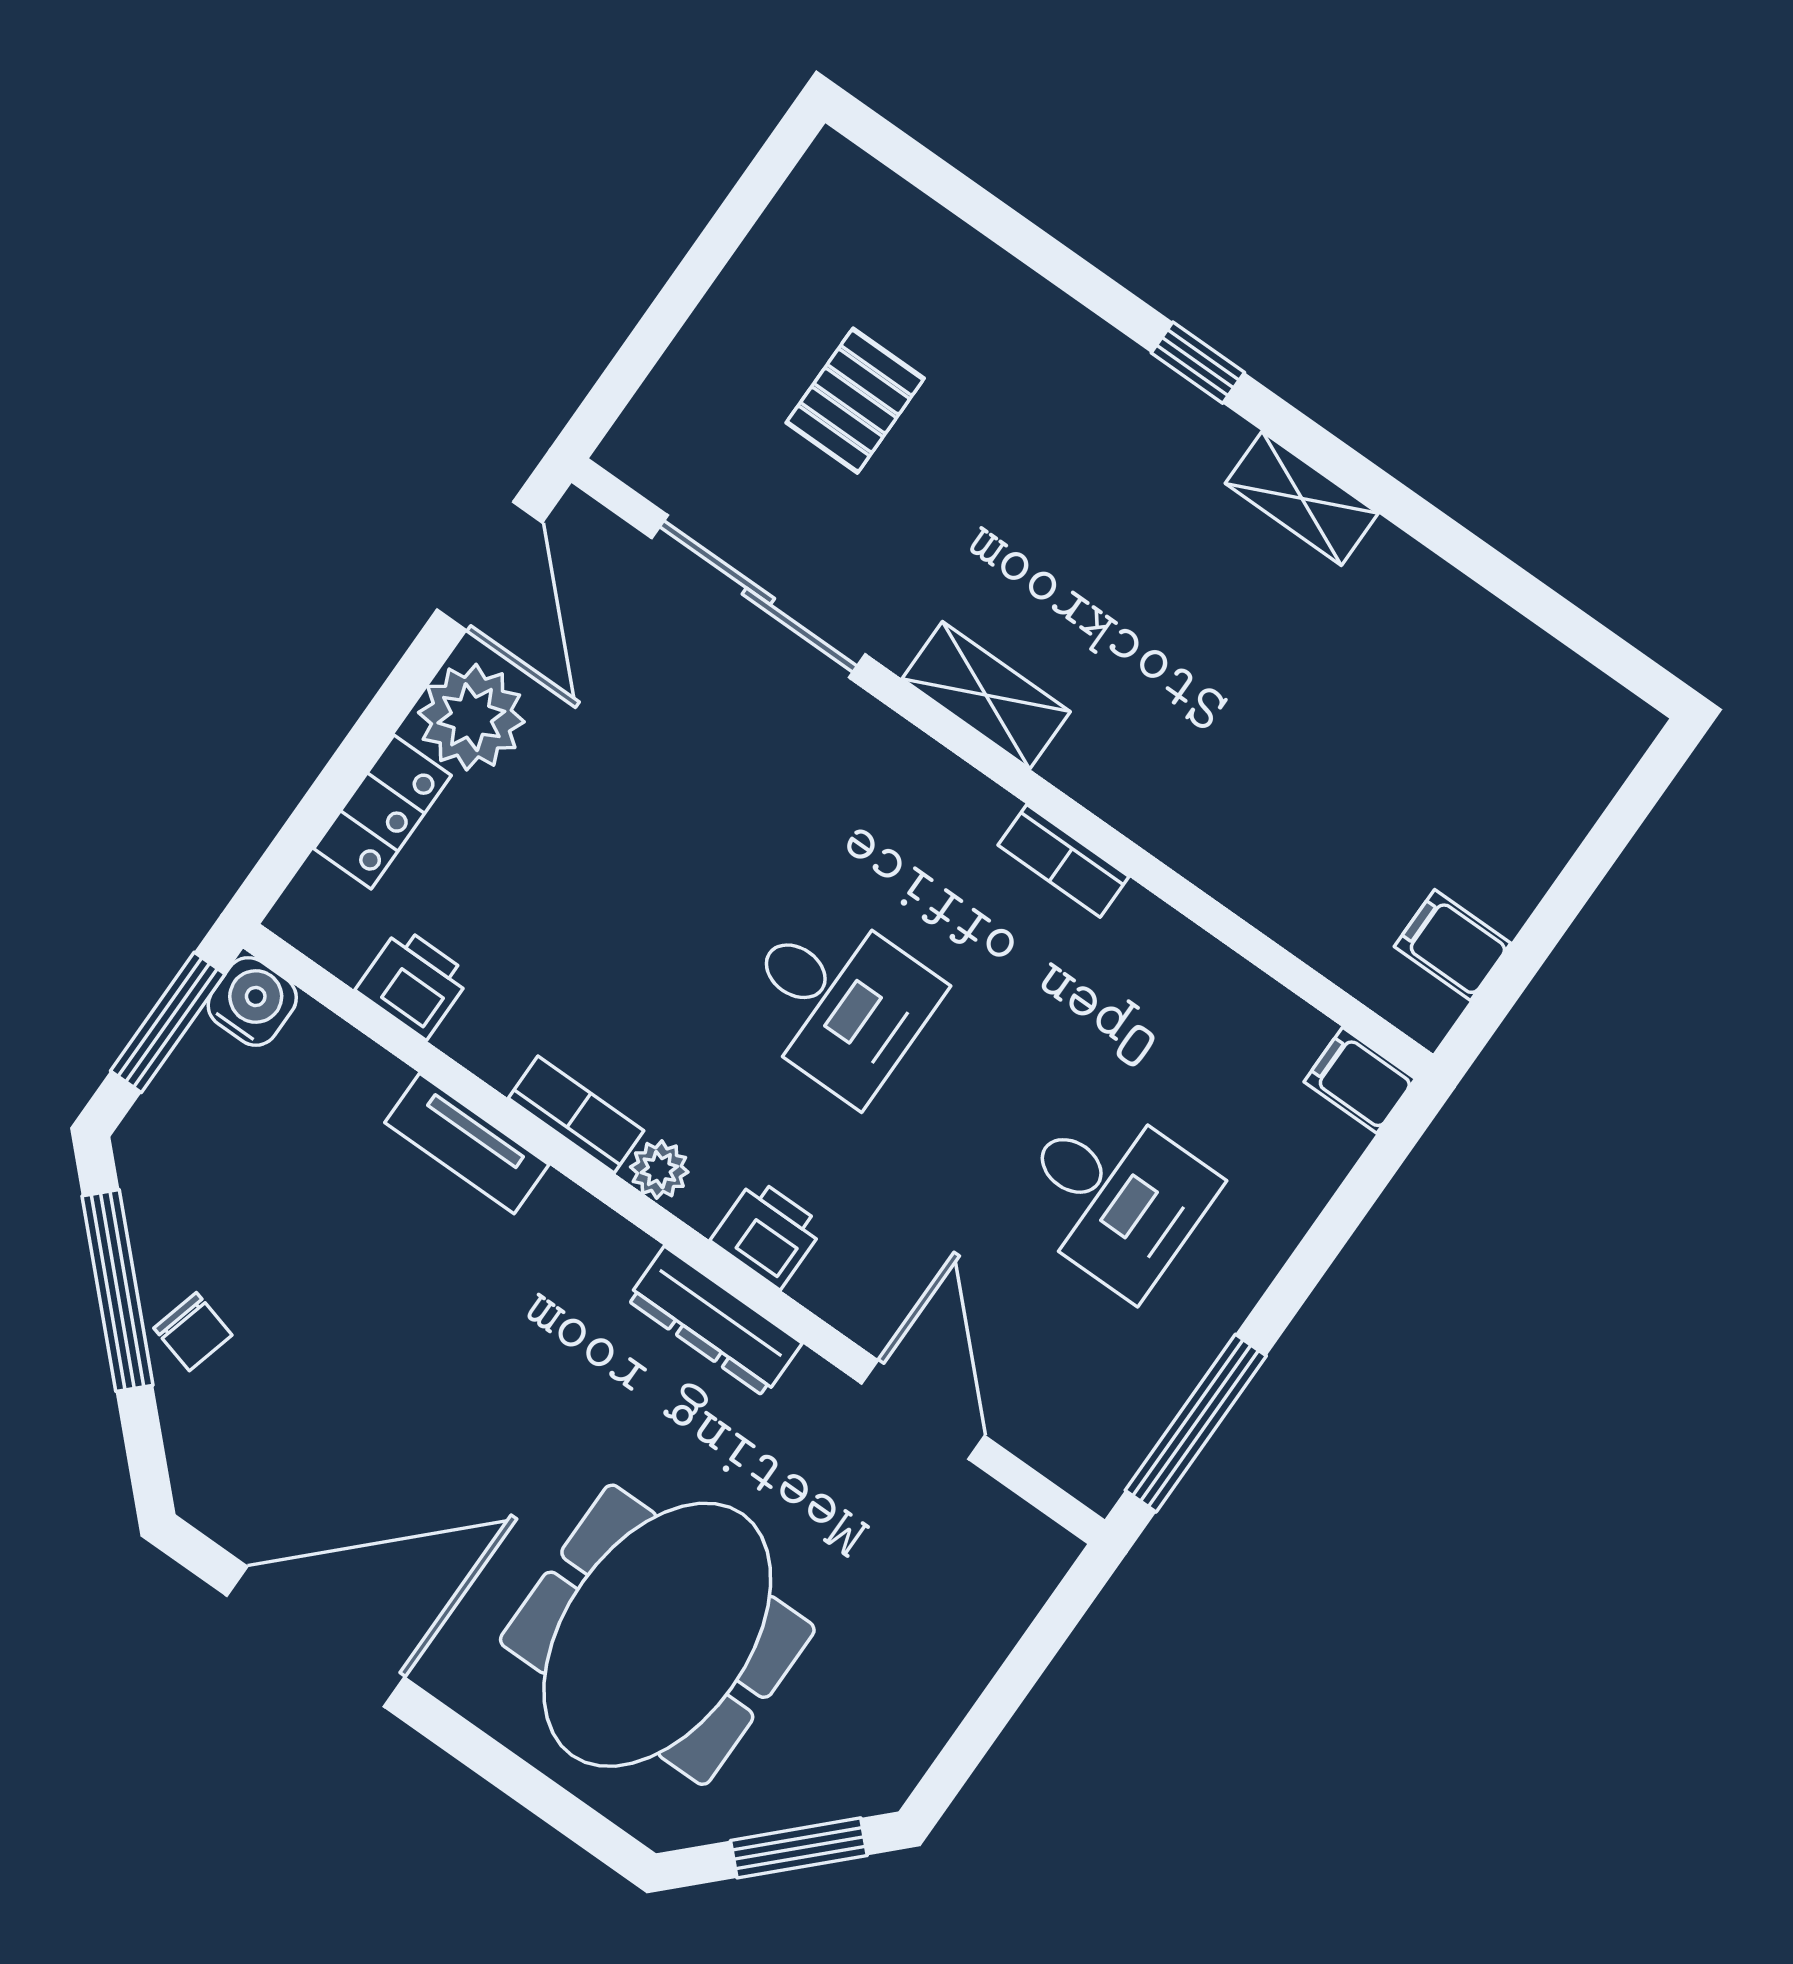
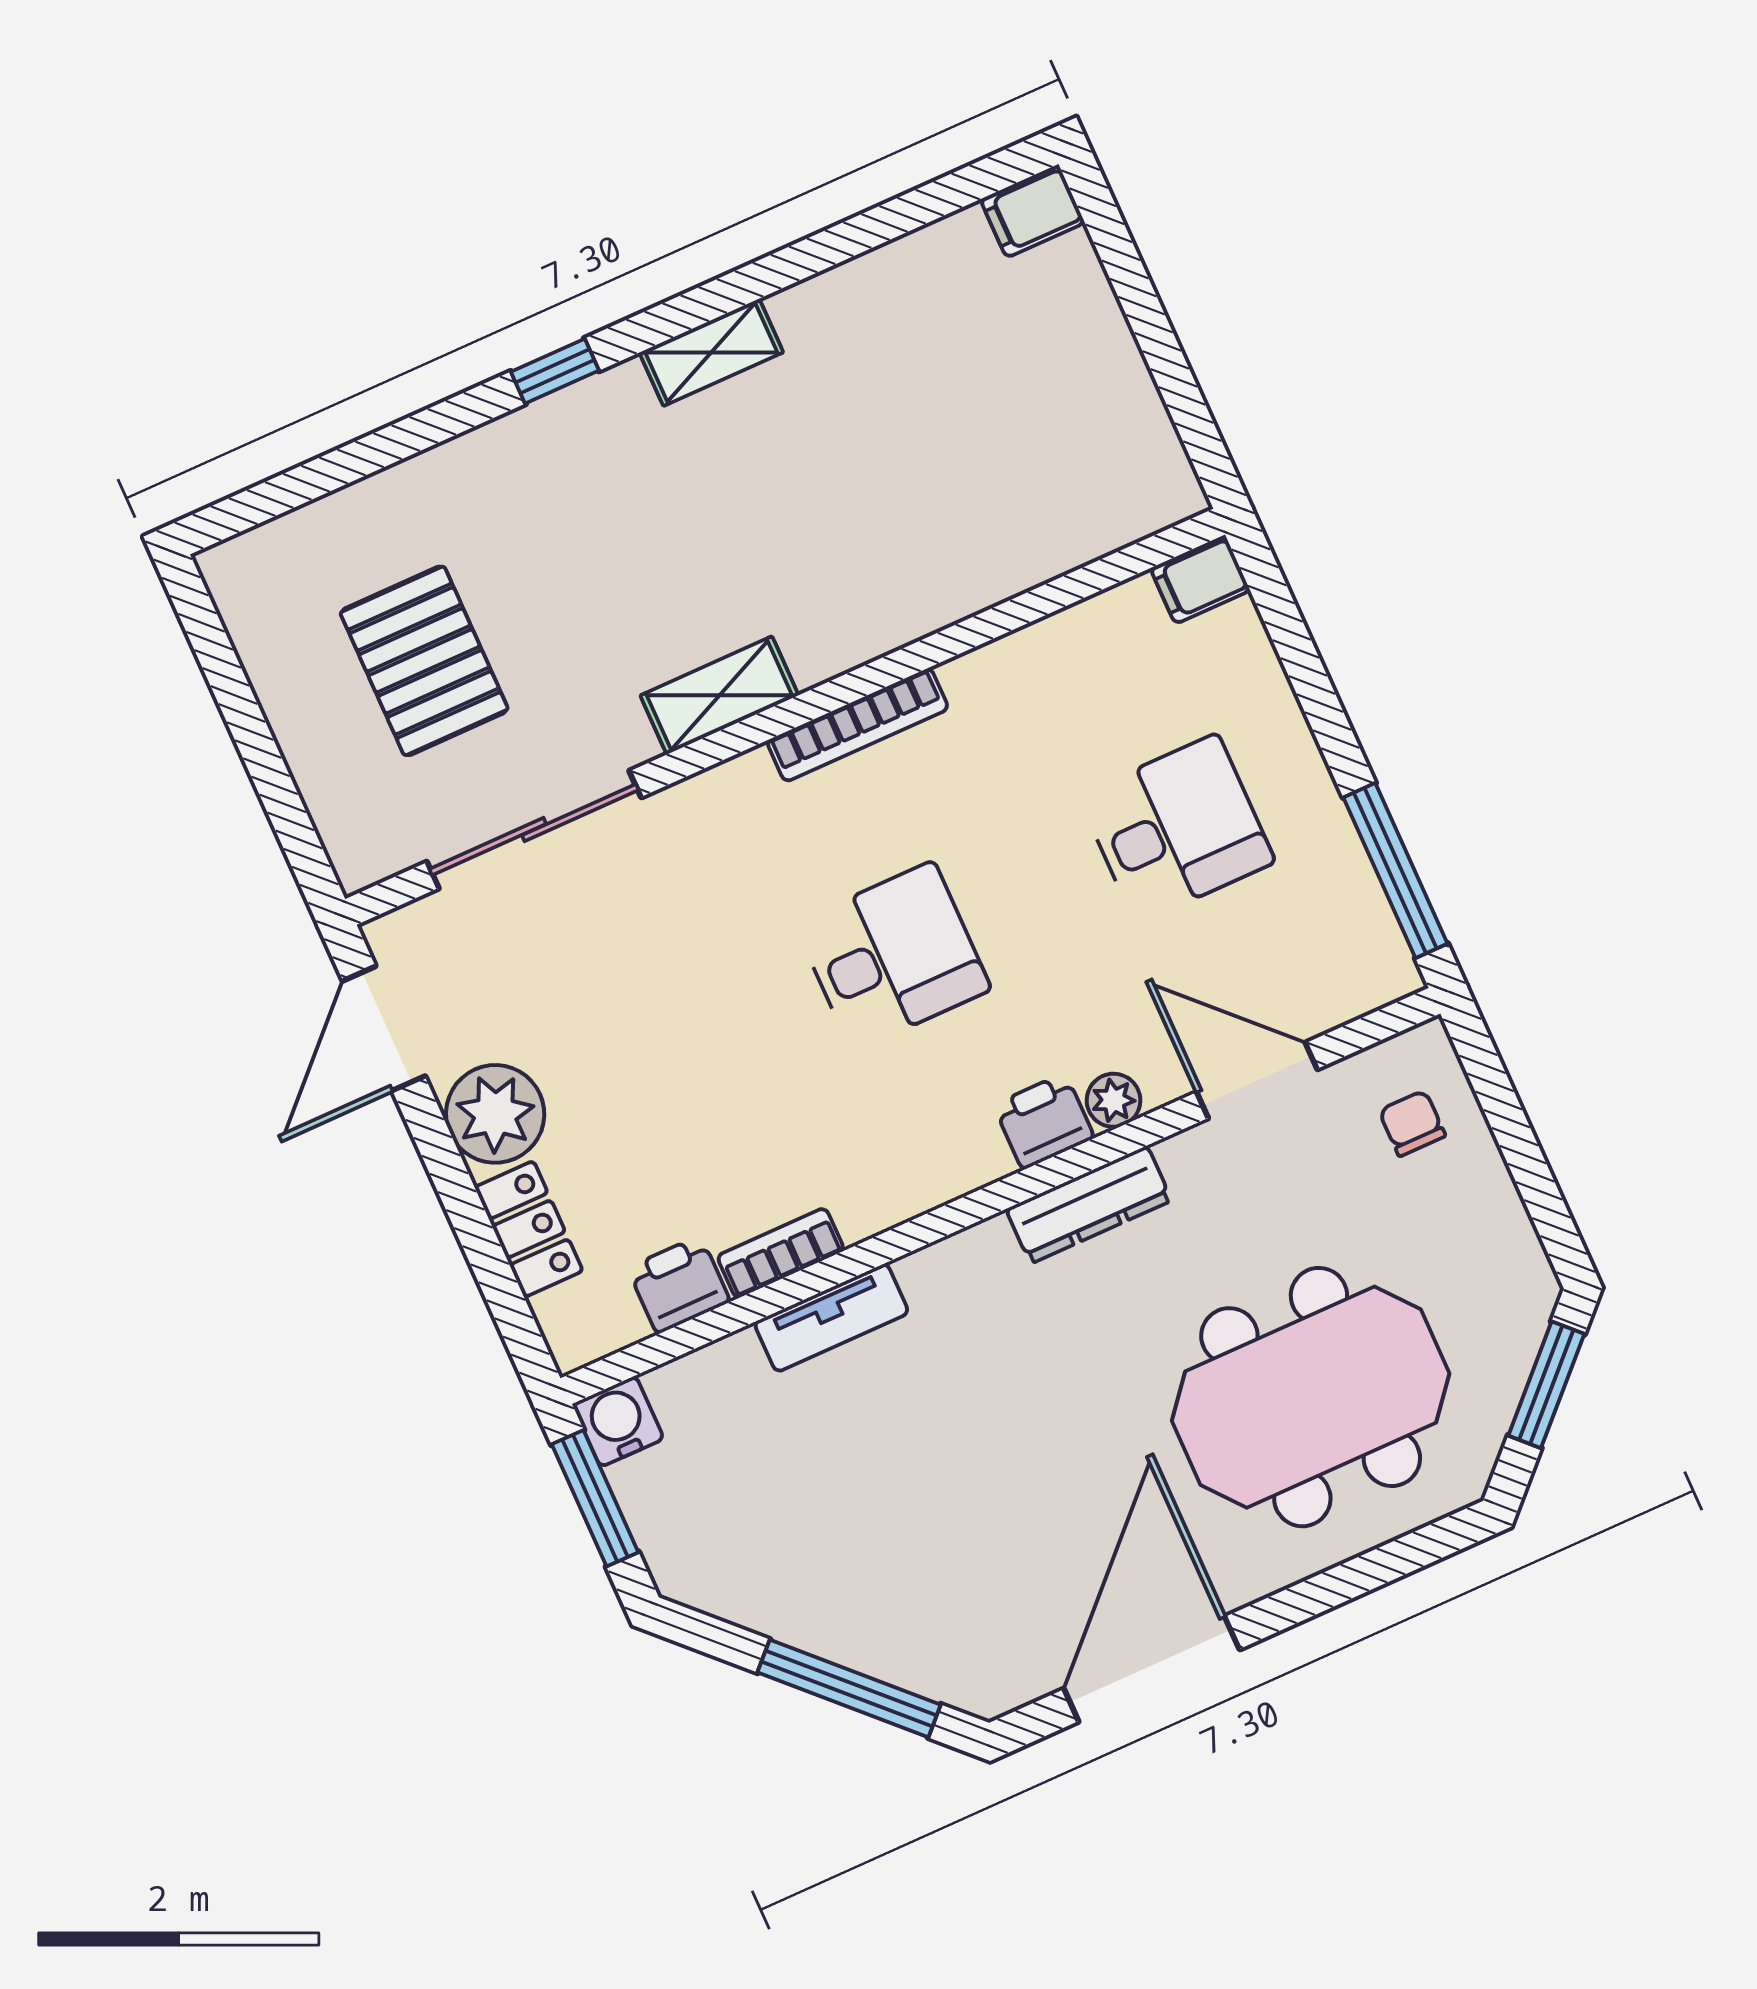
pallet: (855, 401) -> (424, 661), width x1.50, depth x1.42
door: (490, 566) -> (384, 1029), swing flipped
bookcase: (1064, 861) -> (858, 725), width x1.56
filing cabinet: (1453, 945) -> (1033, 211), moved
bookcase: (576, 1115) -> (781, 1253), moved
plant: (659, 1170) -> (1113, 1100), moved
window: (118, 1291) -> (849, 1689), moved
chair: (193, 1332) -> (1412, 1123), moved, turned -105
meeting table: (657, 1635) -> (1311, 1397), turned 90

